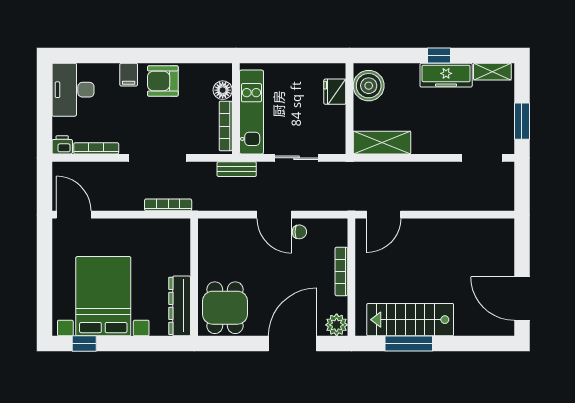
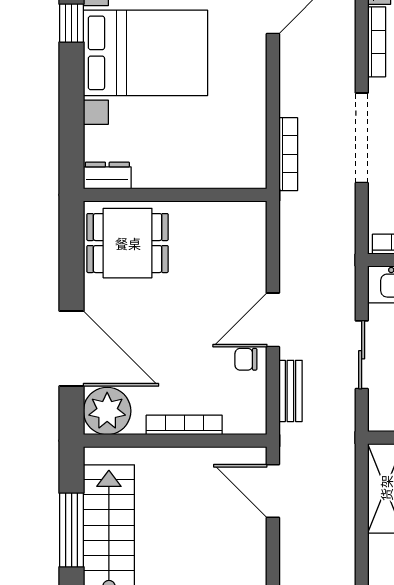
bench: (237, 169) -> (290, 391), moved
chair: (299, 232) -> (246, 359), turned 90
dresser: (180, 306) -> (107, 176), width x0.51, depth x0.80
plant: (337, 325) -> (107, 411), width x1.36, depth x1.36

